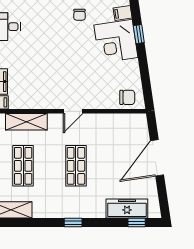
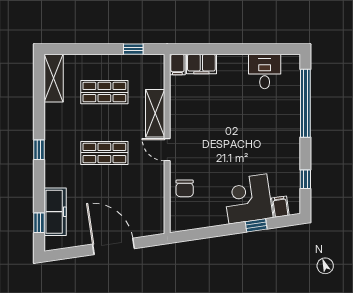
chair: (79, 15) -> (278, 157), removed
chair: (127, 97) -> (185, 188), moved
shelving: (26, 122) -> (155, 113), moved

